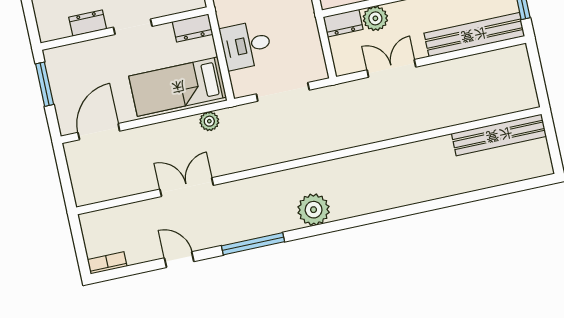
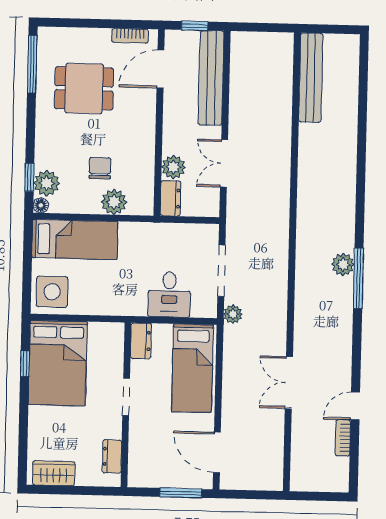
dresser: (88, 23) -> (112, 456), moved
window: (45, 84) -> (181, 493), moved
plant: (209, 121) -> (233, 314), moved
plant: (314, 210) -> (343, 265), width x0.73, depth x0.73
window: (253, 244) -> (358, 278), moved
bookcase: (107, 263) -> (343, 438), moved

